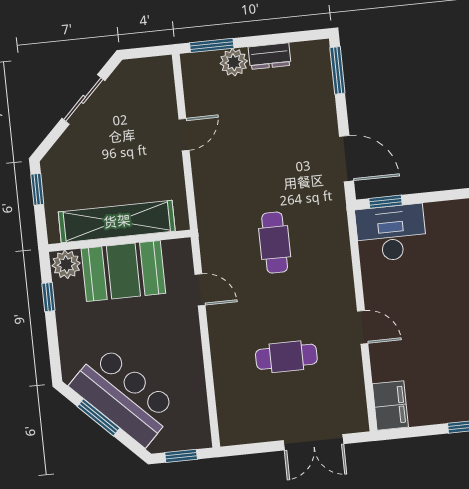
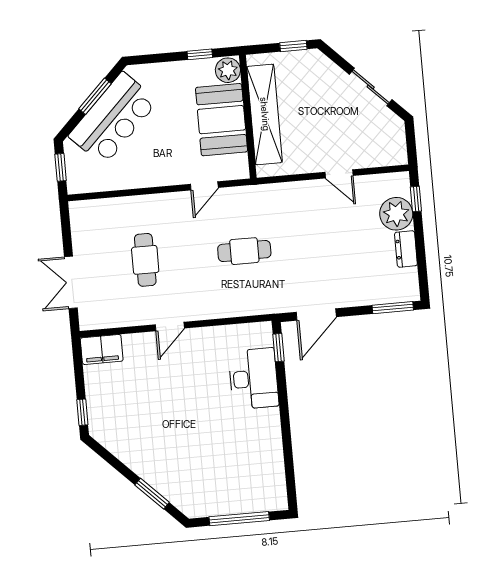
window: (212, 45) -> (416, 199), width x0.67
plant: (234, 62) -> (396, 214), width x1.36, depth x1.36
desk: (391, 233) -> (253, 379), moved

